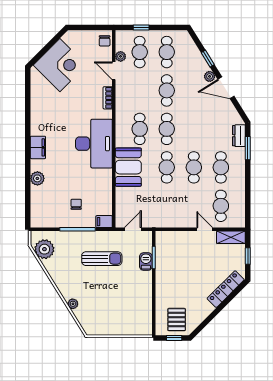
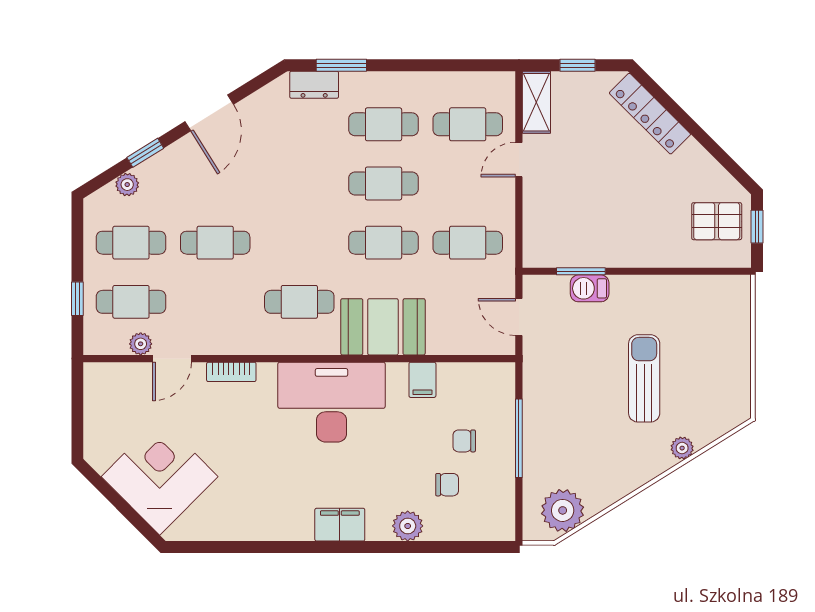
chair: (105, 41) -> (447, 485), moved
plant: (210, 76) -> (127, 185), moved
cafe table: (167, 129) -> (468, 243), moved
filing cabinet: (104, 222) -> (422, 380), moved
sun lounger: (102, 259) -> (644, 378), moved

